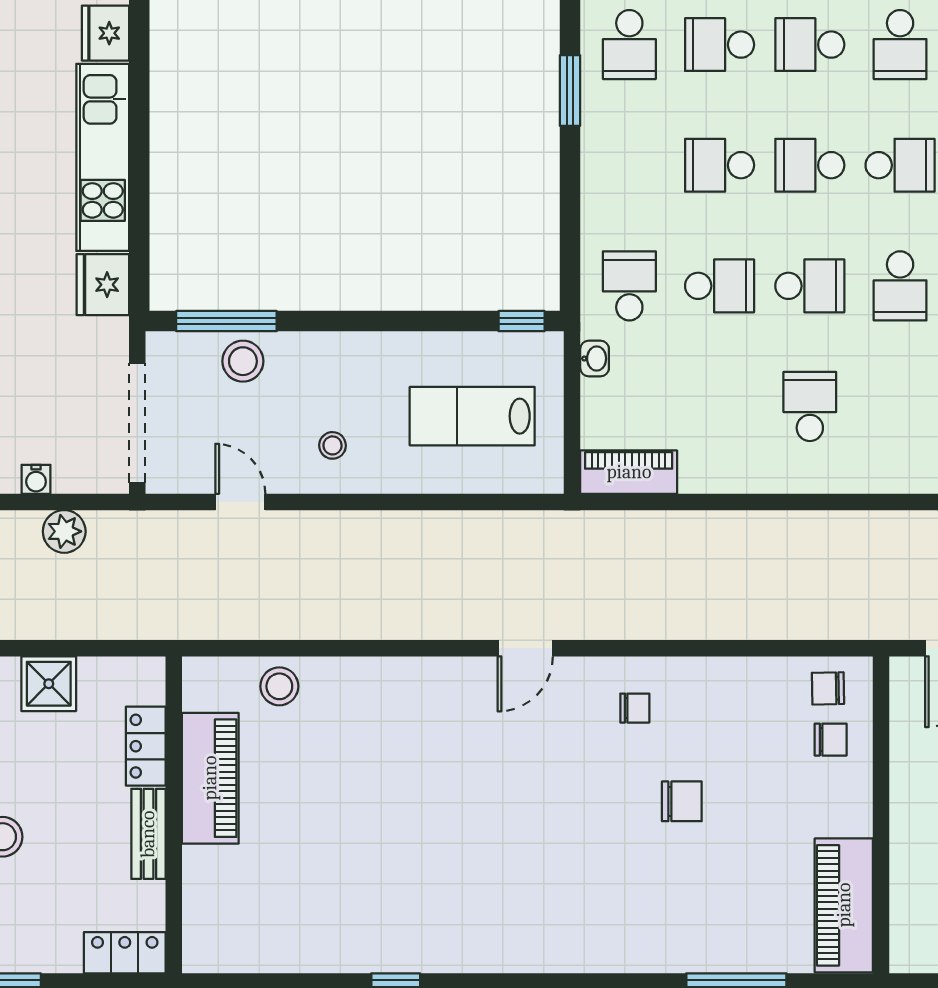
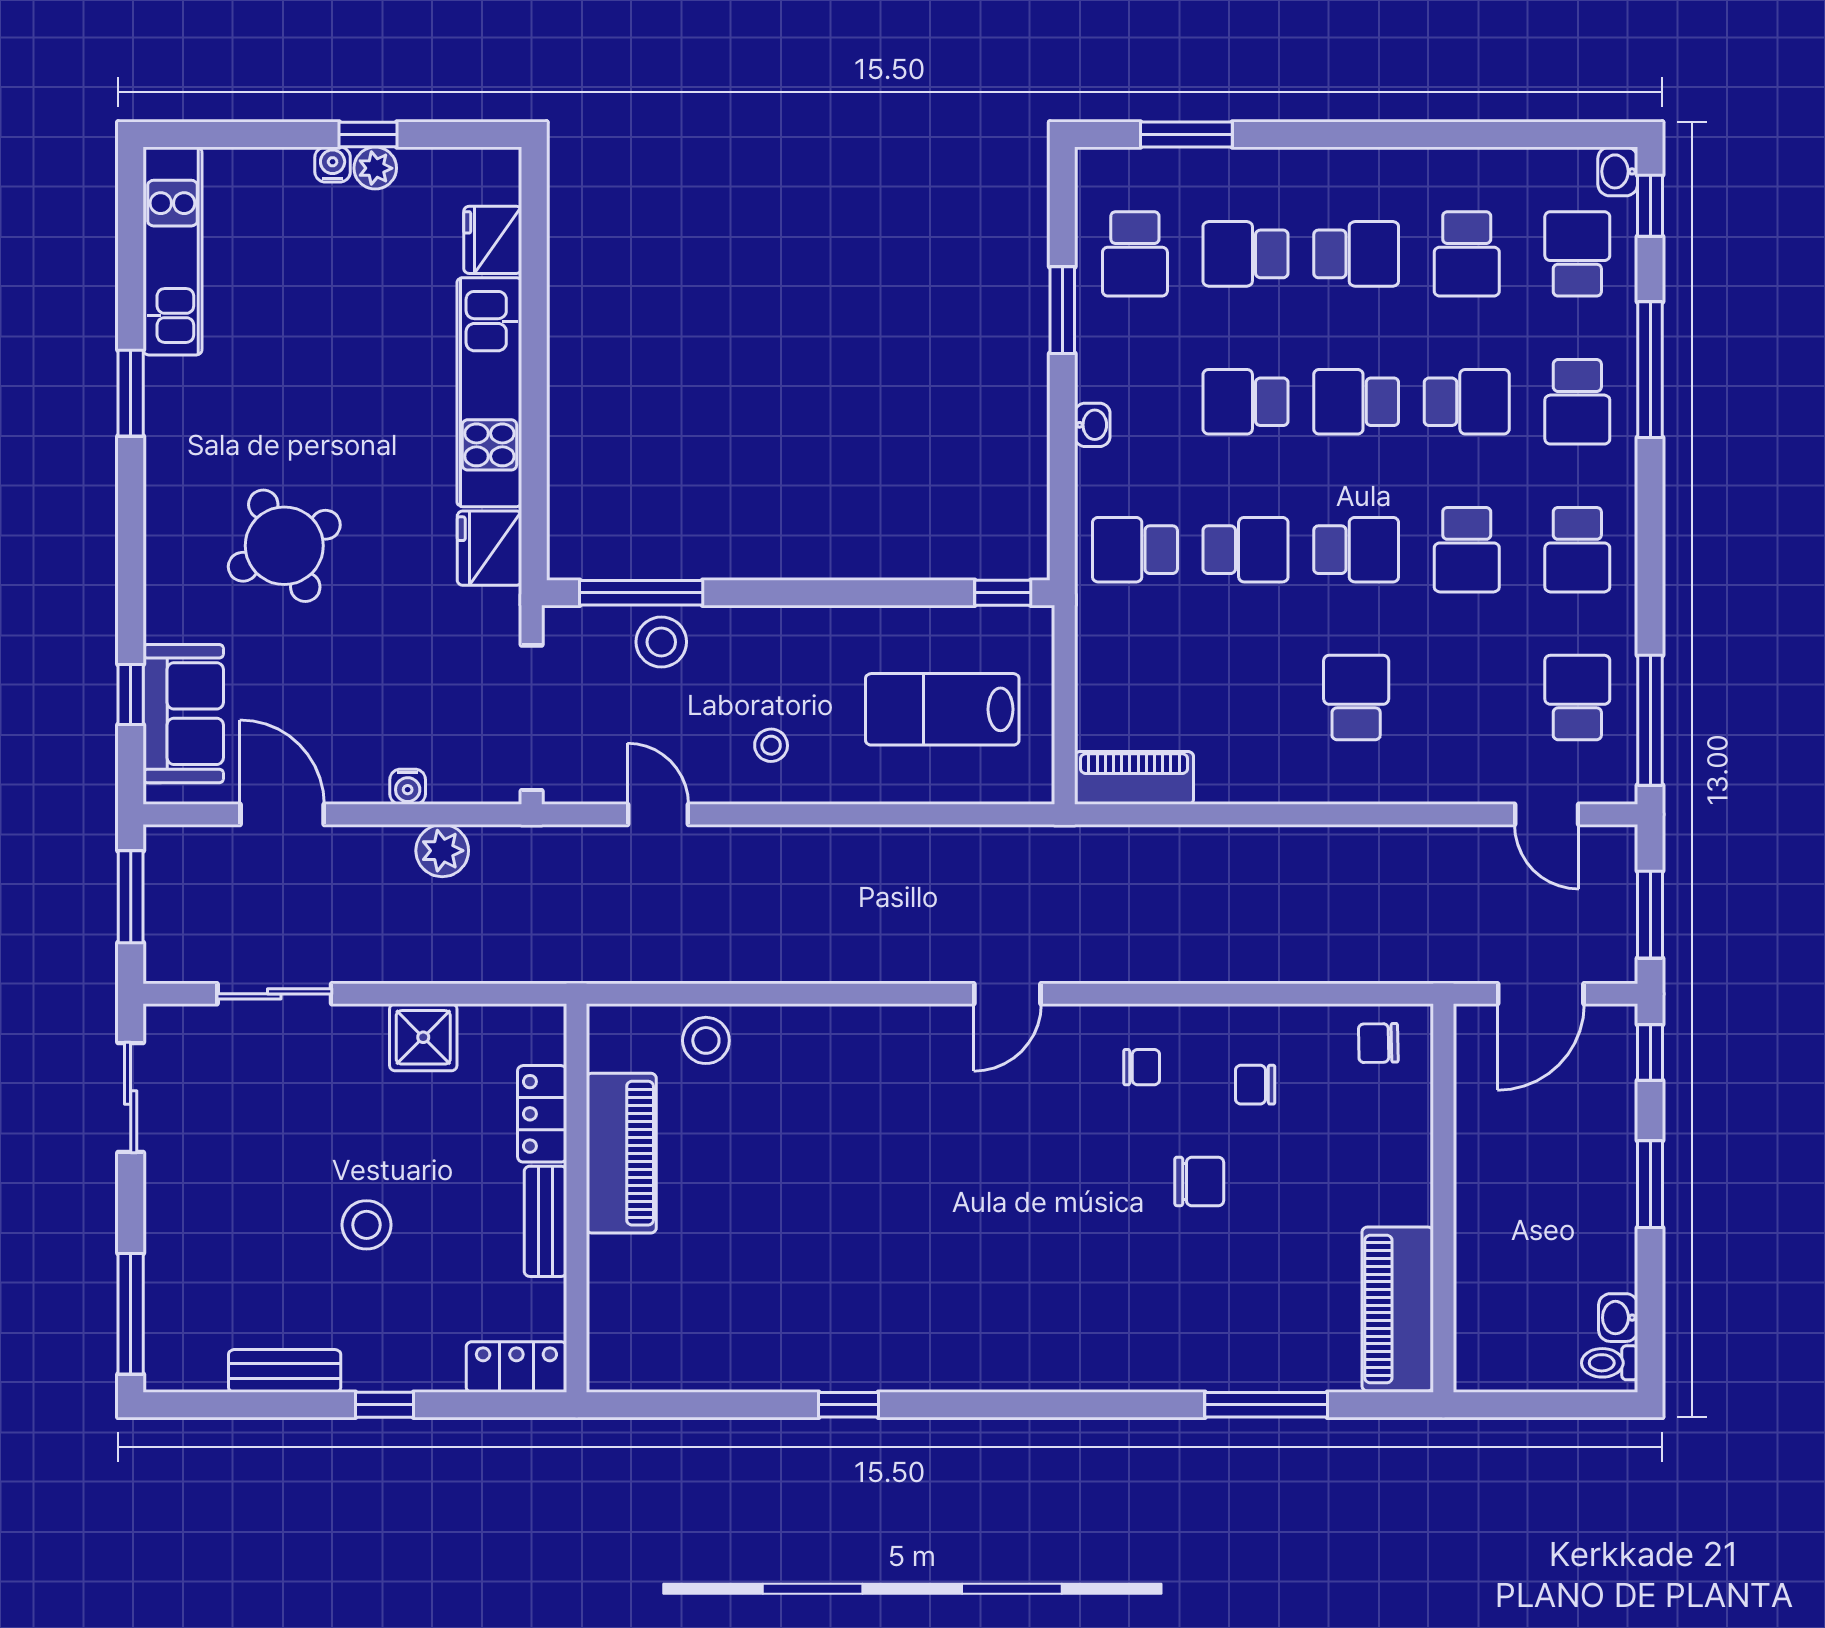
school desk: (810, 45) -> (1356, 254), turned 180
school desk: (629, 286) -> (1135, 550), turned -90
washbasin: (595, 359) -> (1092, 425), moved
chair: (831, 740) -> (1255, 1085), moved, turned 180

